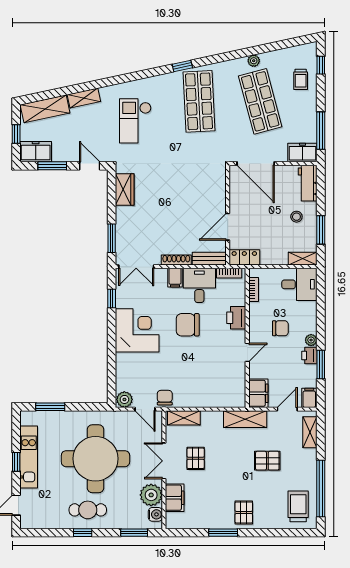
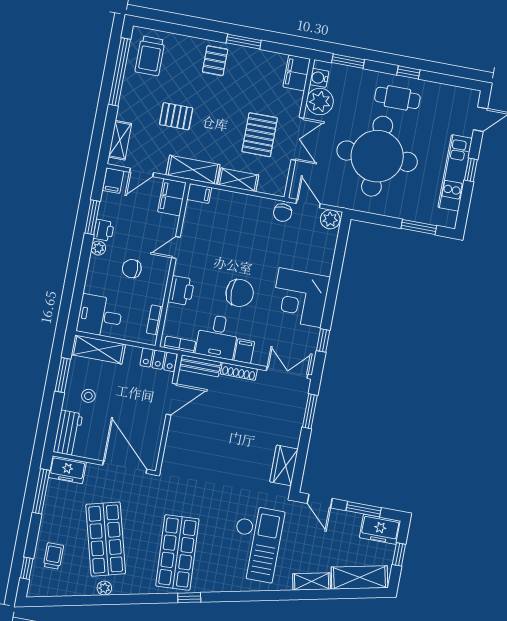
checkout: (135, 121) -> (256, 544), width x1.36, depth x1.21
shelving: (303, 259) -> (98, 349), width x1.50, depth x1.33
filing cabinet: (236, 401) -> (199, 193), added
shelving: (184, 418) -> (238, 180), moved
pallet: (196, 458) -> (260, 135), width x1.50, depth x1.42
filing cabinet: (175, 498) -> (297, 73), moved

